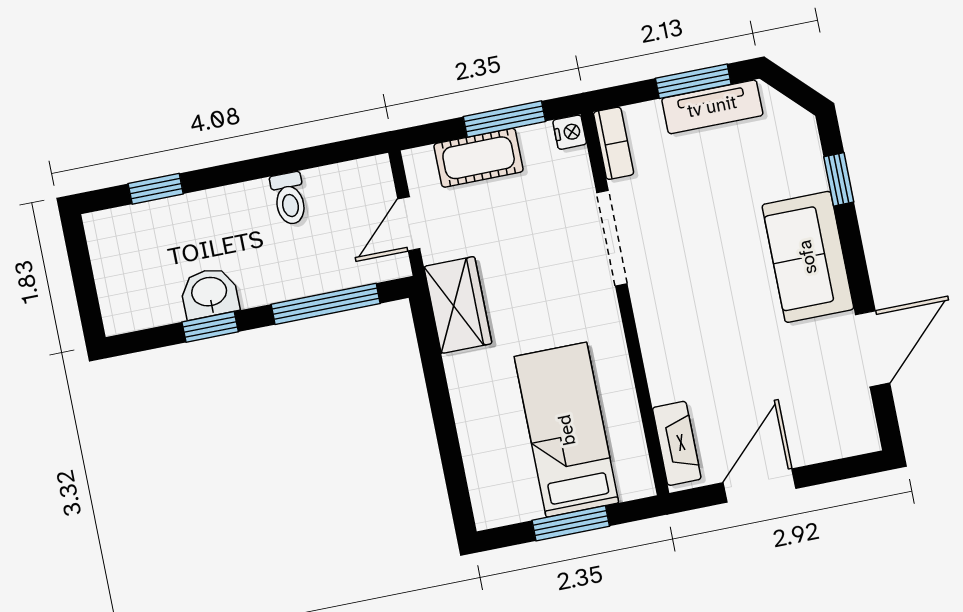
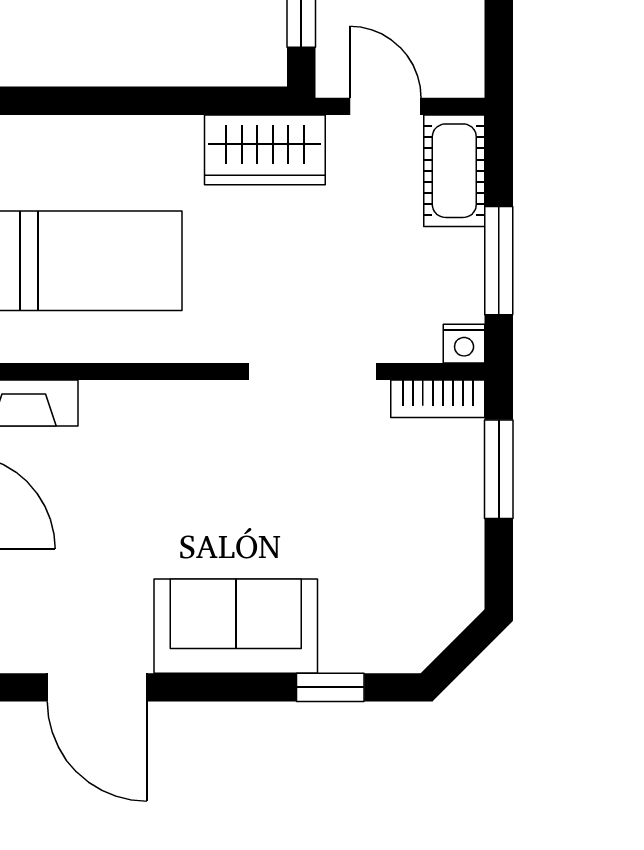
window: (693, 81) -> (499, 469), moved
tv unit: (712, 107) -> (460, 539), removed
cot: (479, 158) -> (454, 171), moved

